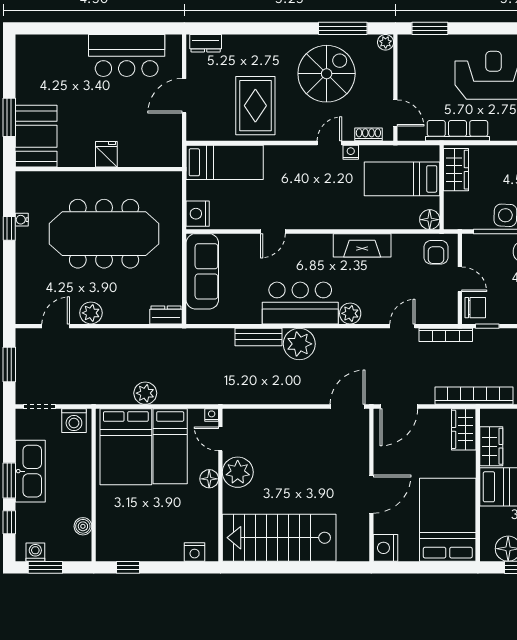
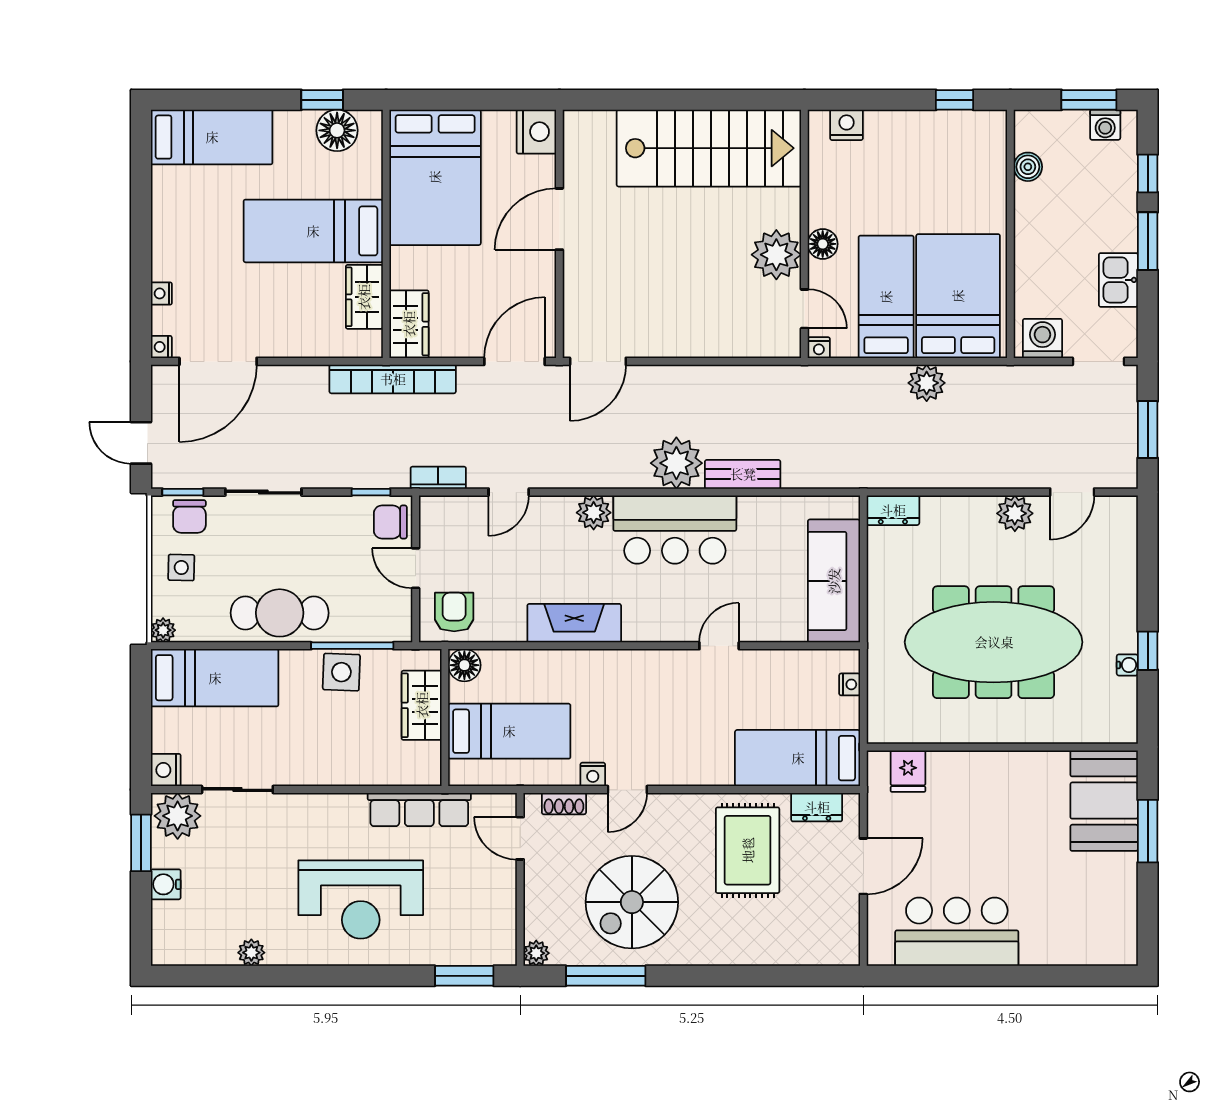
dresser: (206, 43) -> (817, 807), moved, turned 180
fridge: (106, 154) -> (908, 771), moved
wardrobe: (456, 170) -> (422, 705), moved
nightstand: (198, 214) -> (850, 684), width x0.53, depth x0.56
bookcase: (446, 335) -> (438, 478), width x0.64
kitchen sink: (30, 471) -> (1118, 280), width x0.53, depth x0.81

